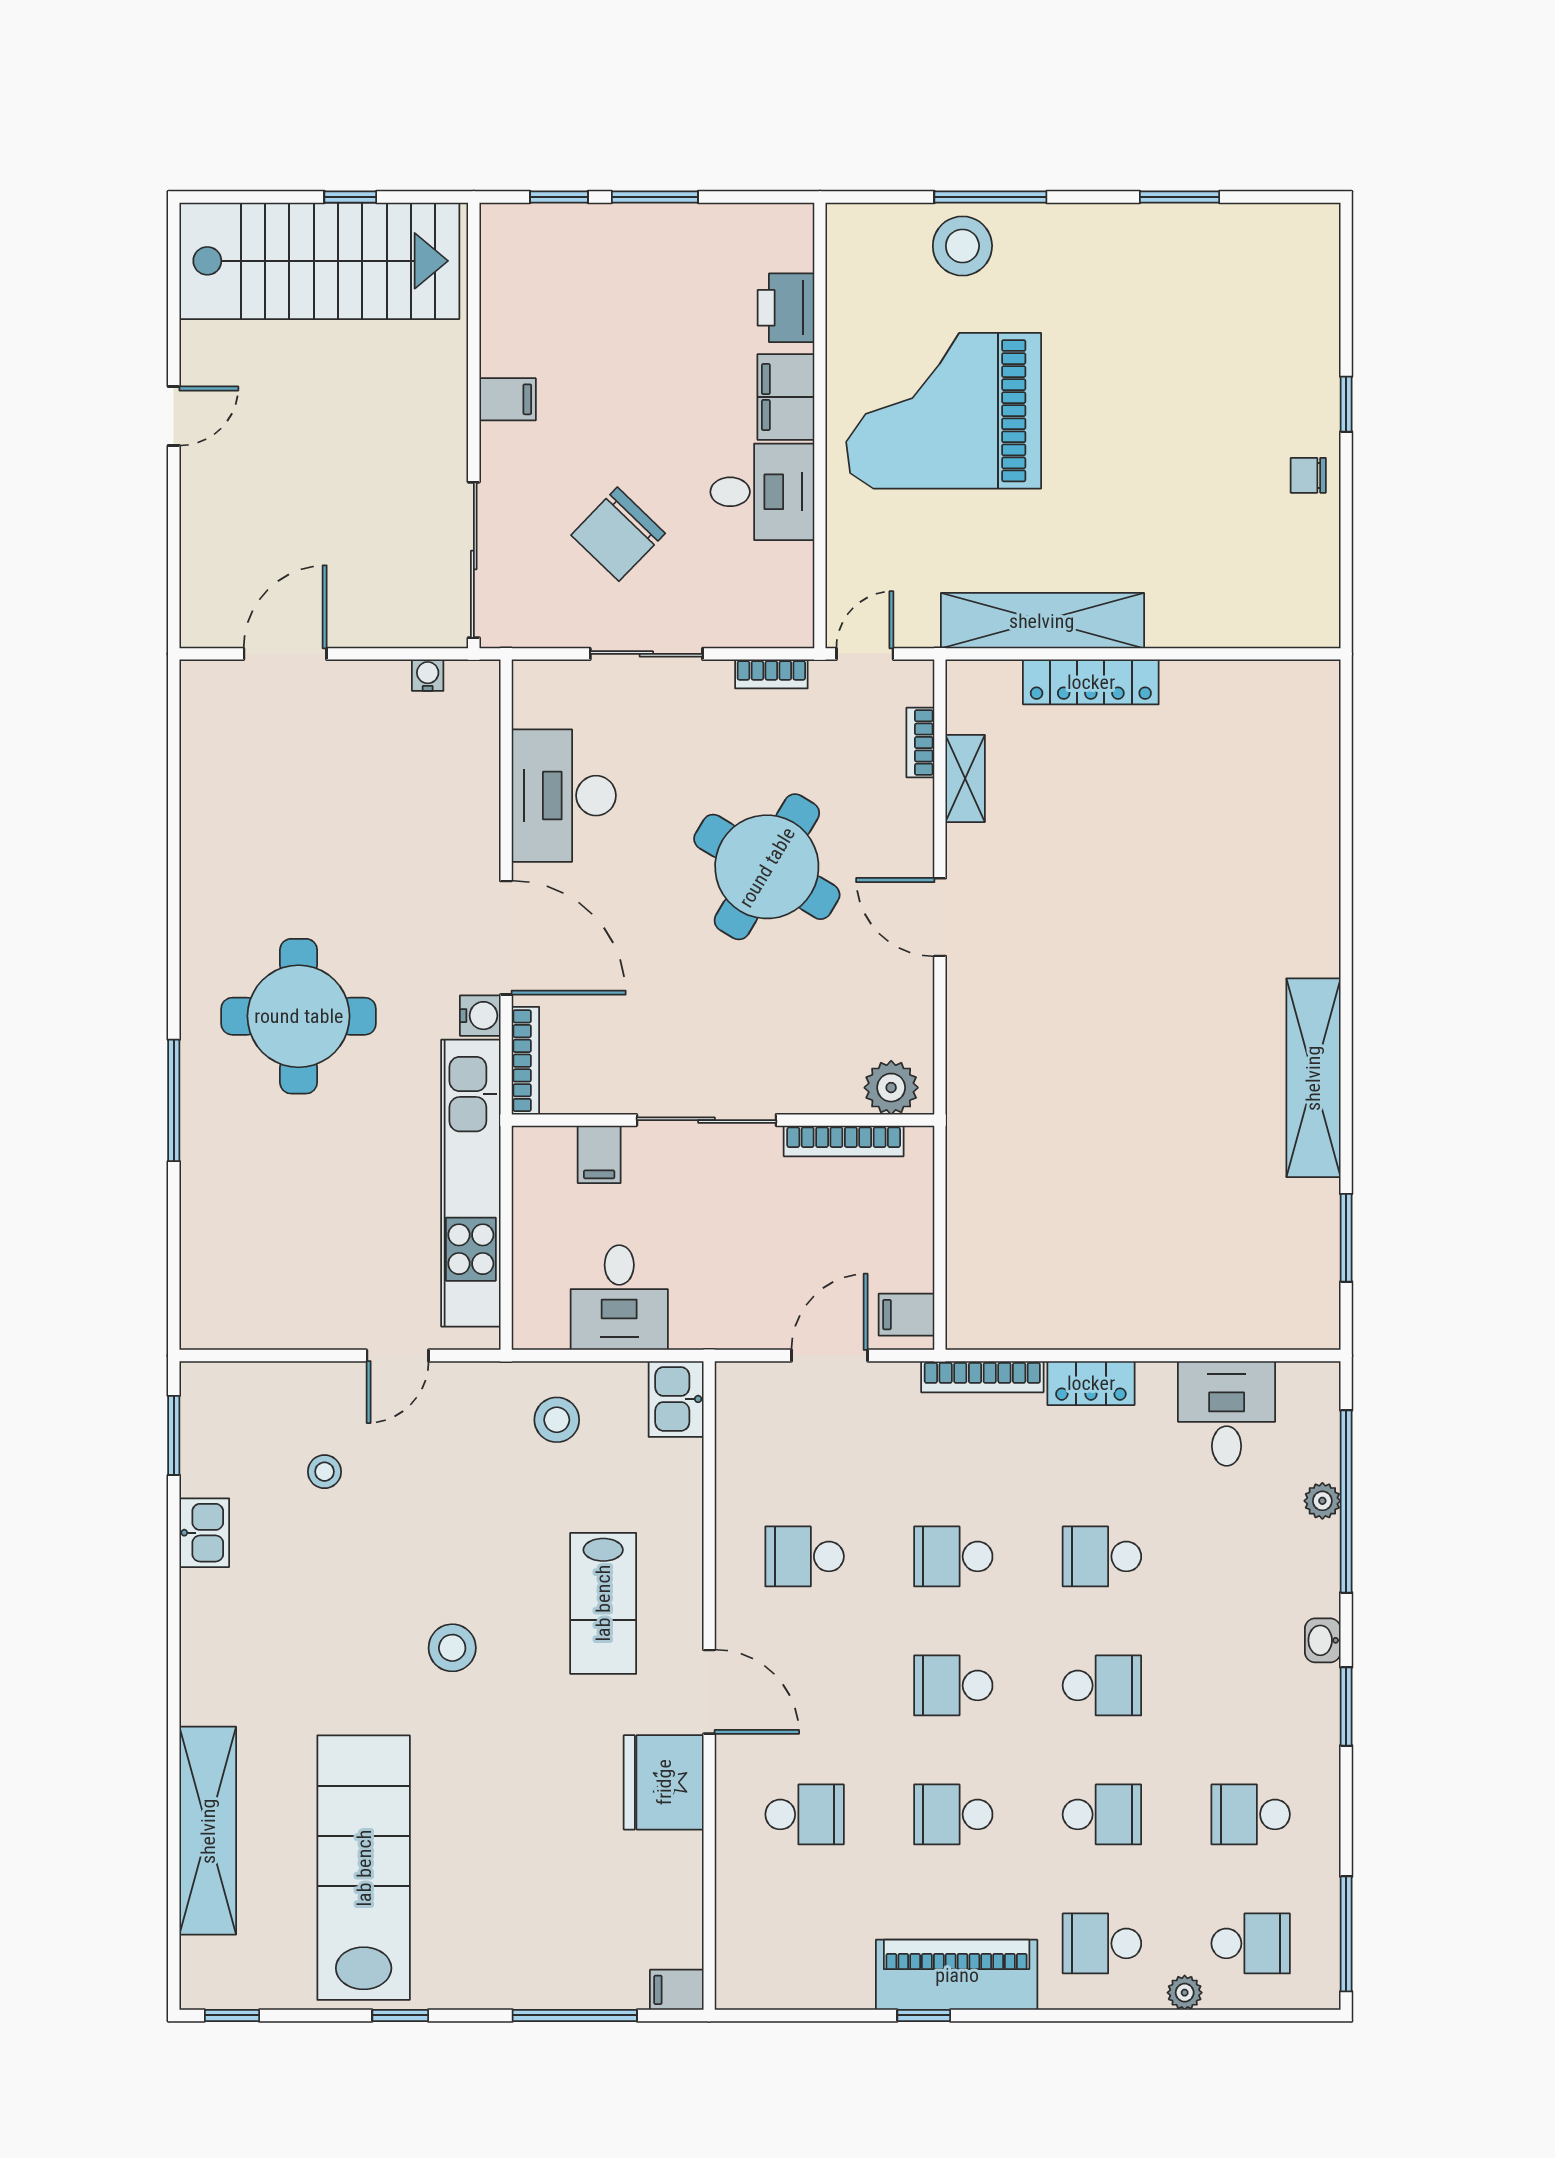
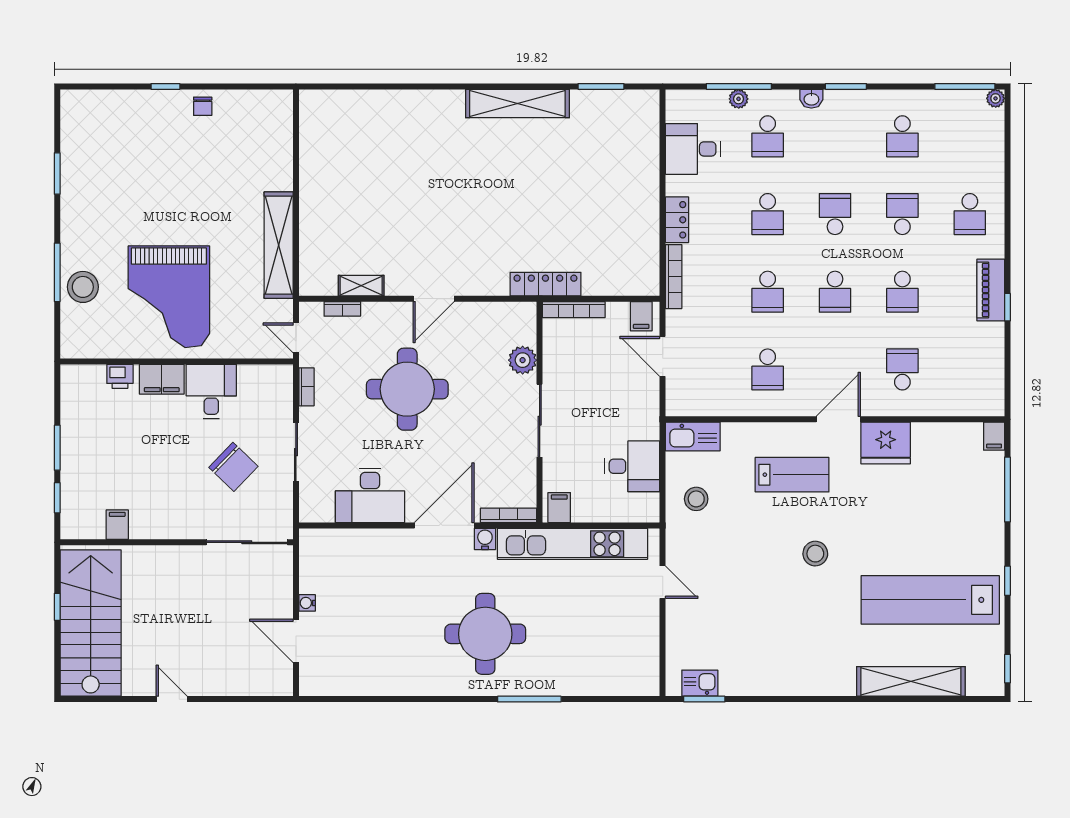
printer: (786, 308) -> (120, 376), width x0.73, depth x0.81
filing cabinet: (508, 399) -> (117, 525), moved
water cooler: (428, 675) -> (307, 603), moved
locker: (1091, 682) -> (545, 284), moved, turned -90
round table: (767, 867) -> (407, 389), turned -31
plant: (891, 1088) -> (523, 360), moved
bookcase: (844, 1141) -> (574, 310), moved, turned 90
filing cabinet: (599, 1154) -> (559, 508), moved, turned -90
kitchen sink: (676, 1399) -> (693, 437), width x1.38
stool: (324, 1472) -> (723, 620), removed
window: (1346, 1501) -> (739, 86), width x0.68
kitchen sink: (204, 1533) -> (700, 683), moved
school desk: (1251, 1943) -> (768, 136), moved, turned 180
piano: (957, 1975) -> (991, 290), width x0.73, depth x0.75
plant: (1185, 1993) -> (996, 98), moved

